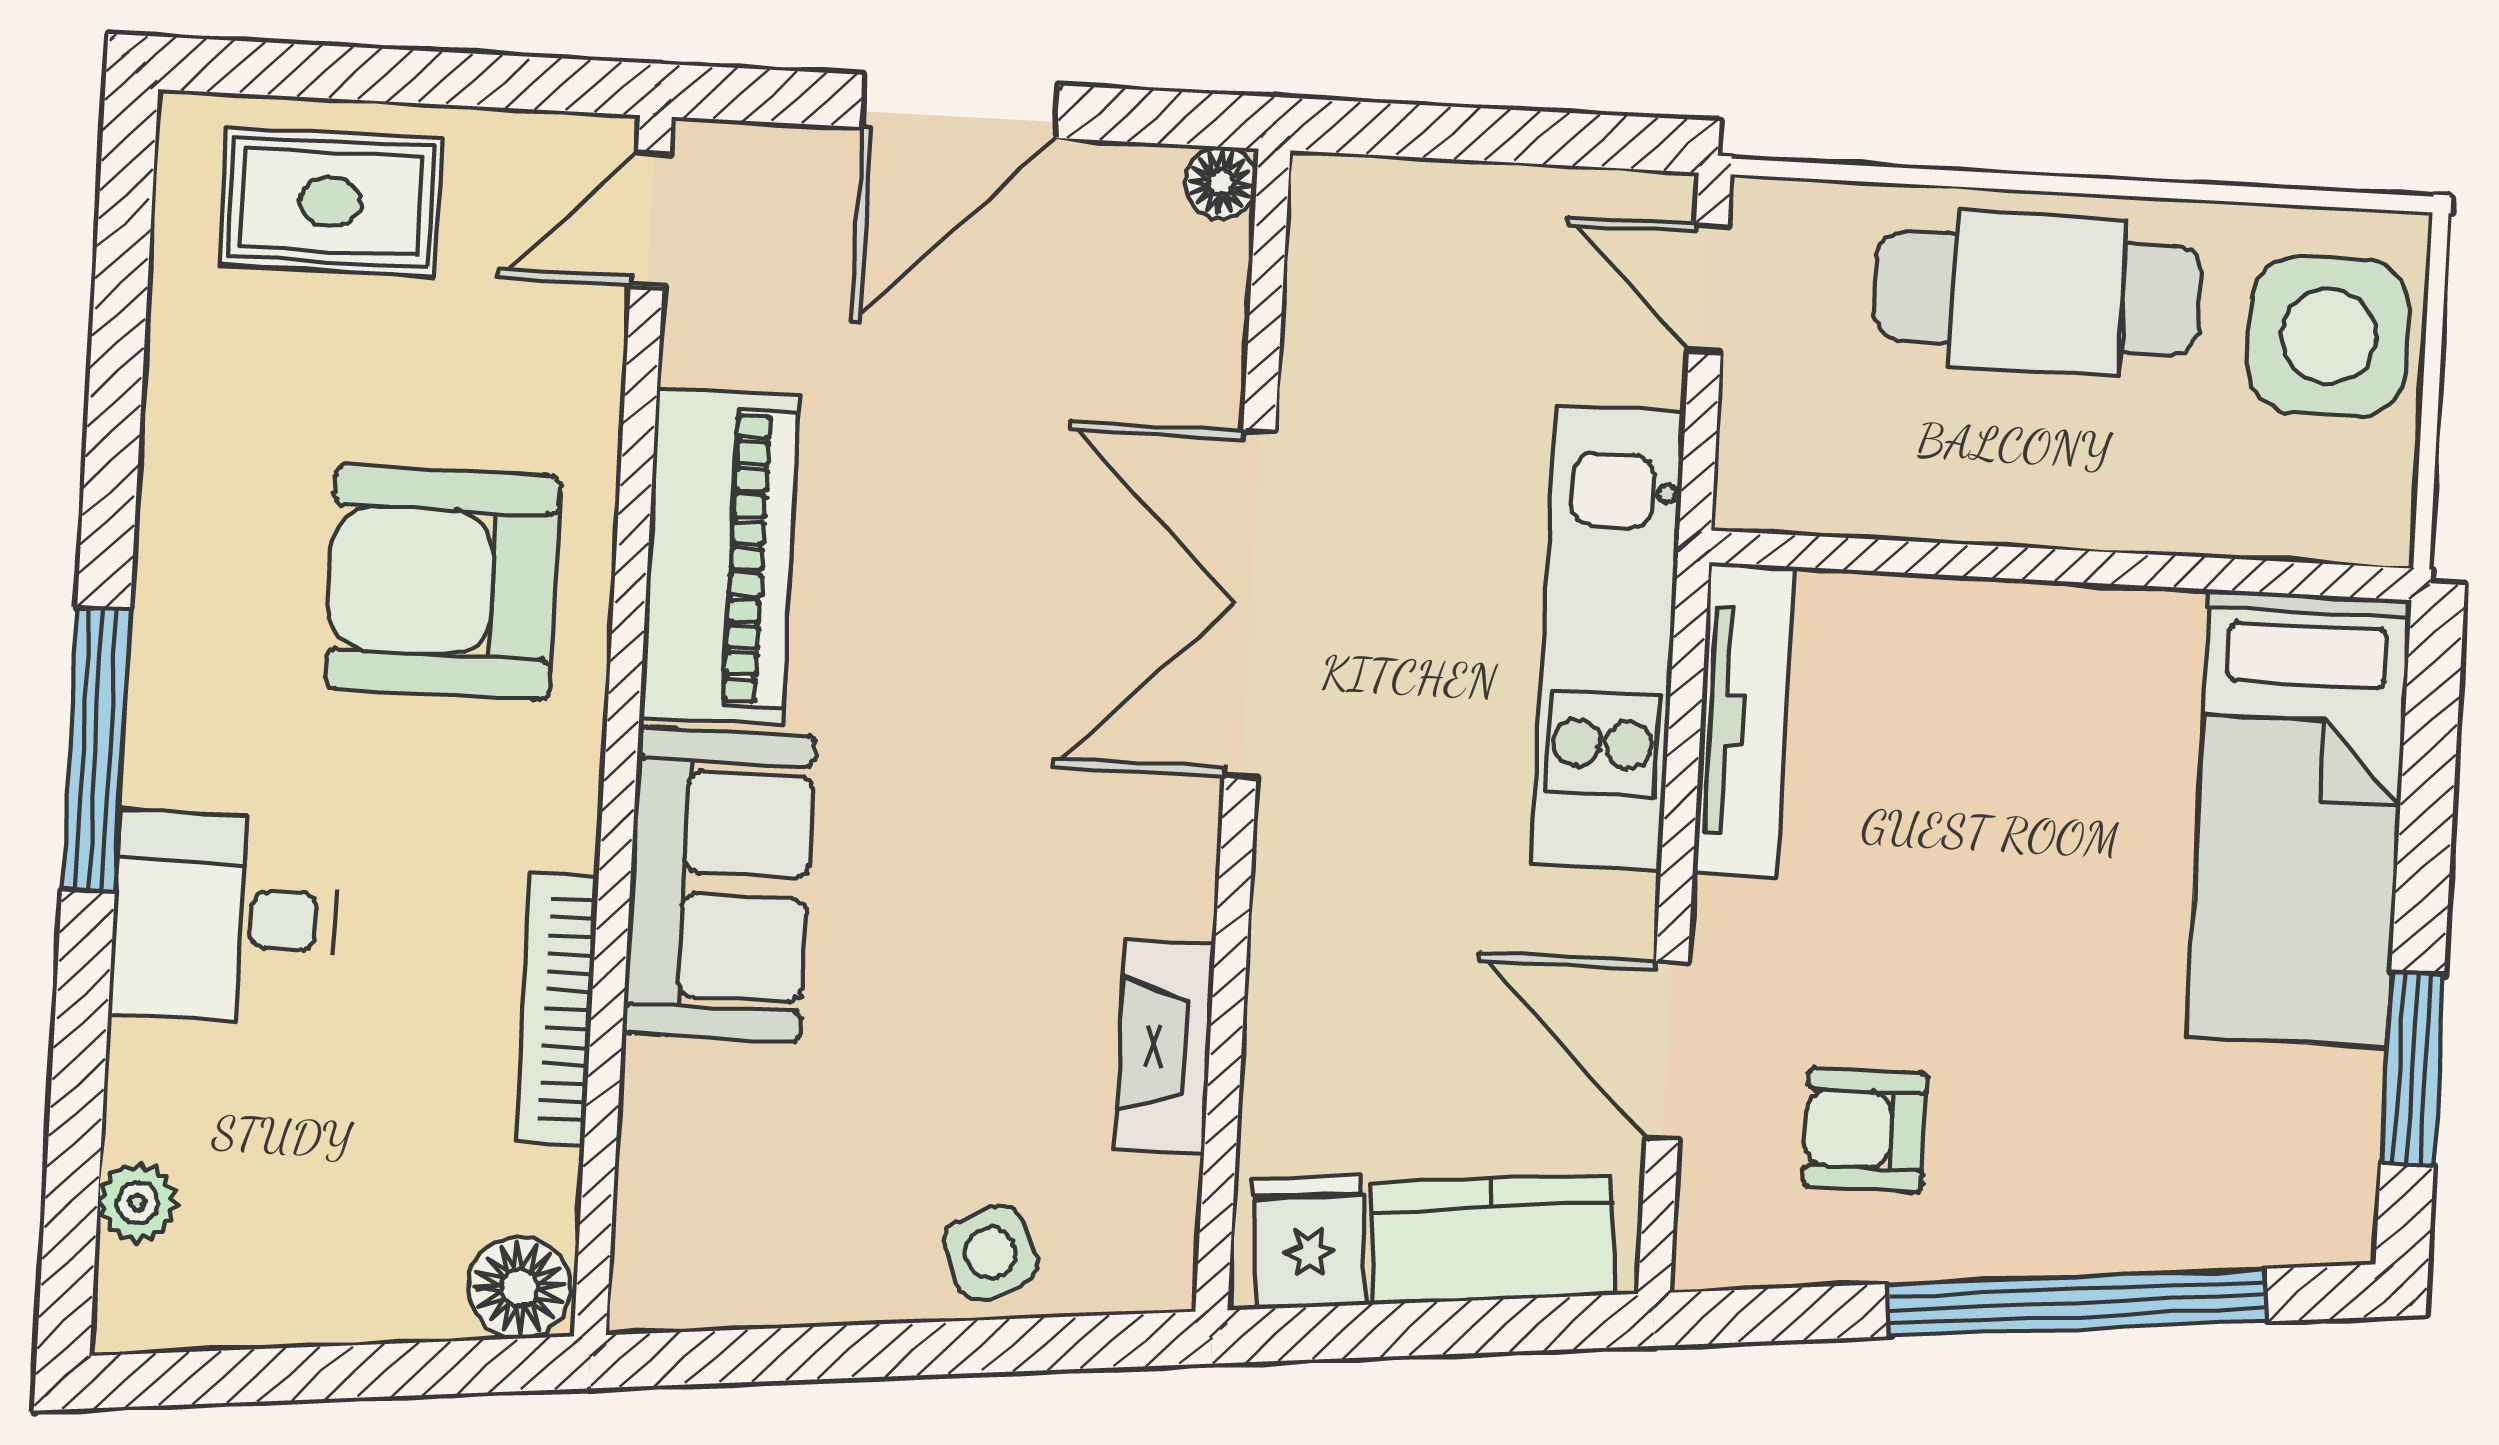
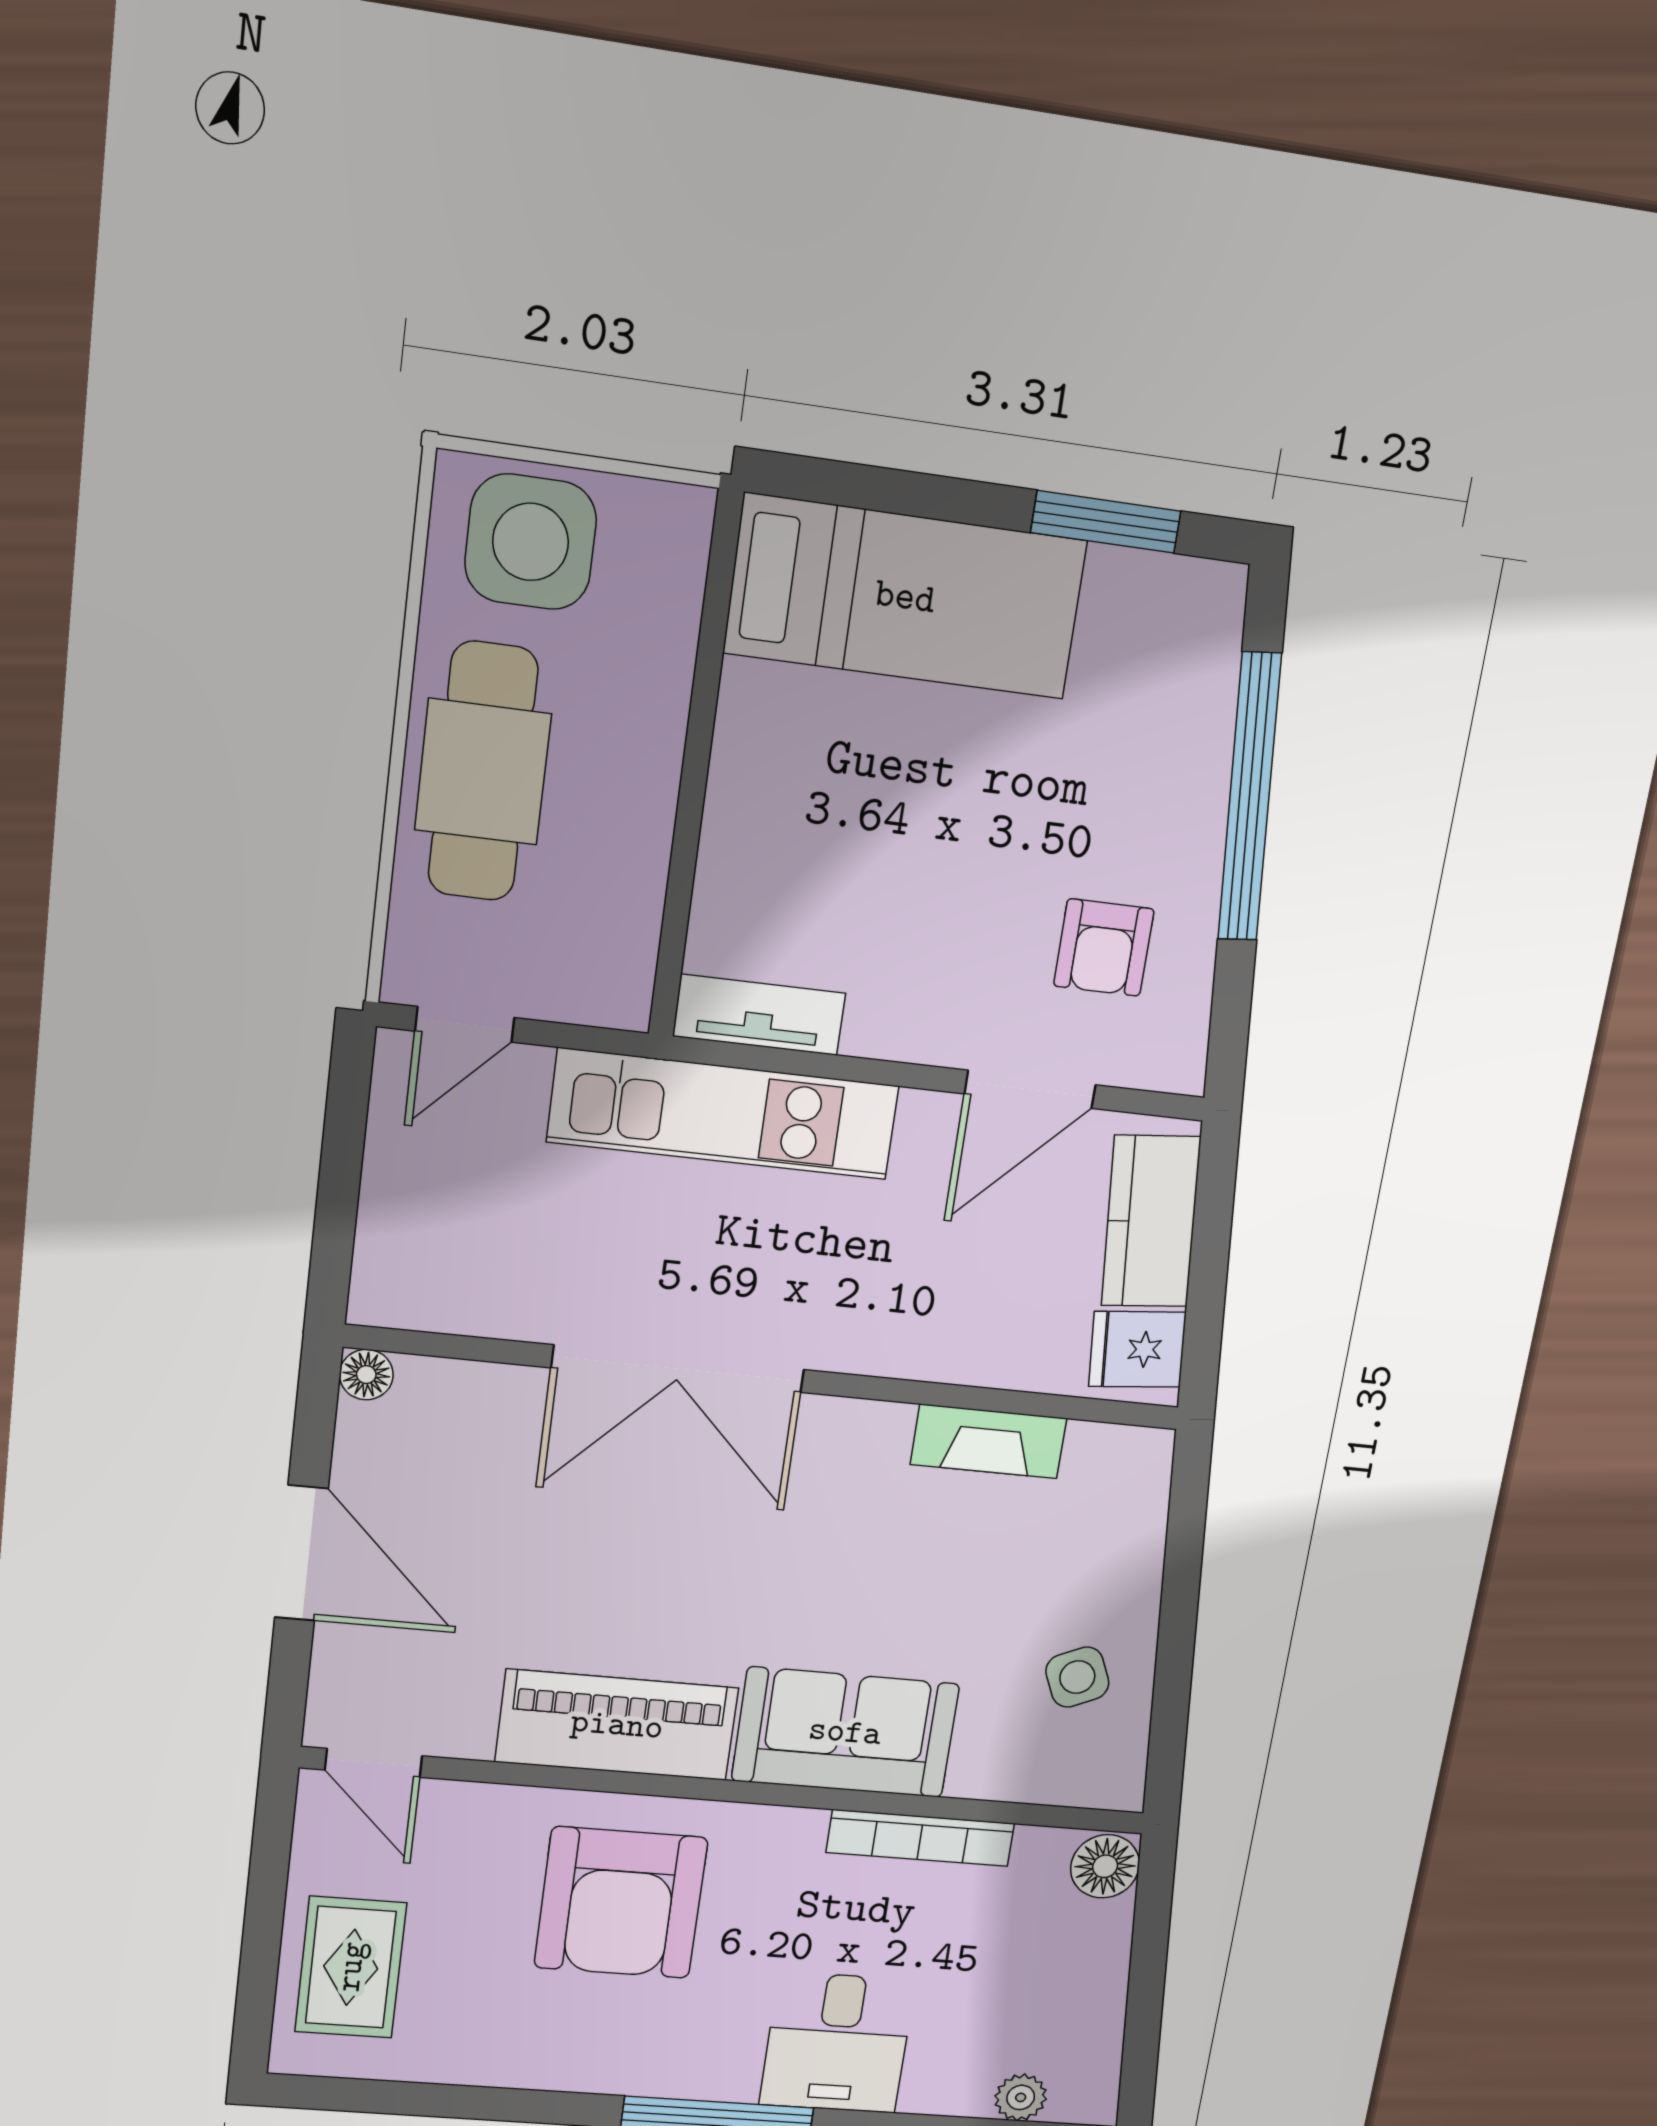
tv unit: (1743, 720) -> (759, 1015), width x0.71
side table: (990, 1253) -> (1077, 1677), moved

